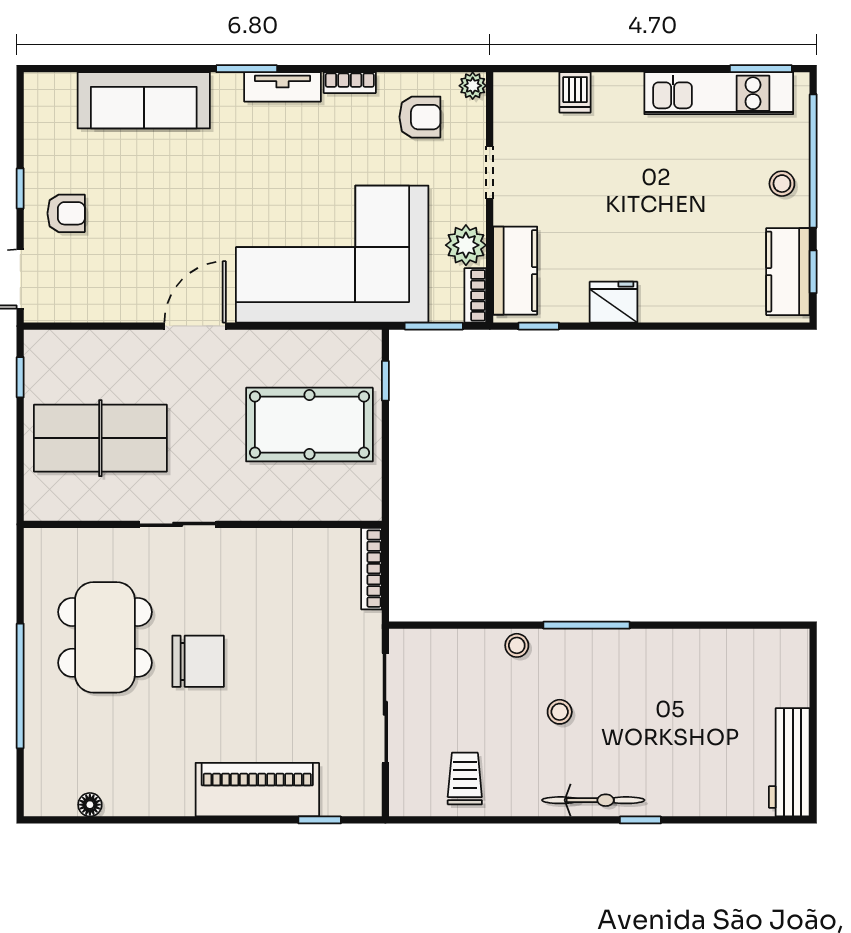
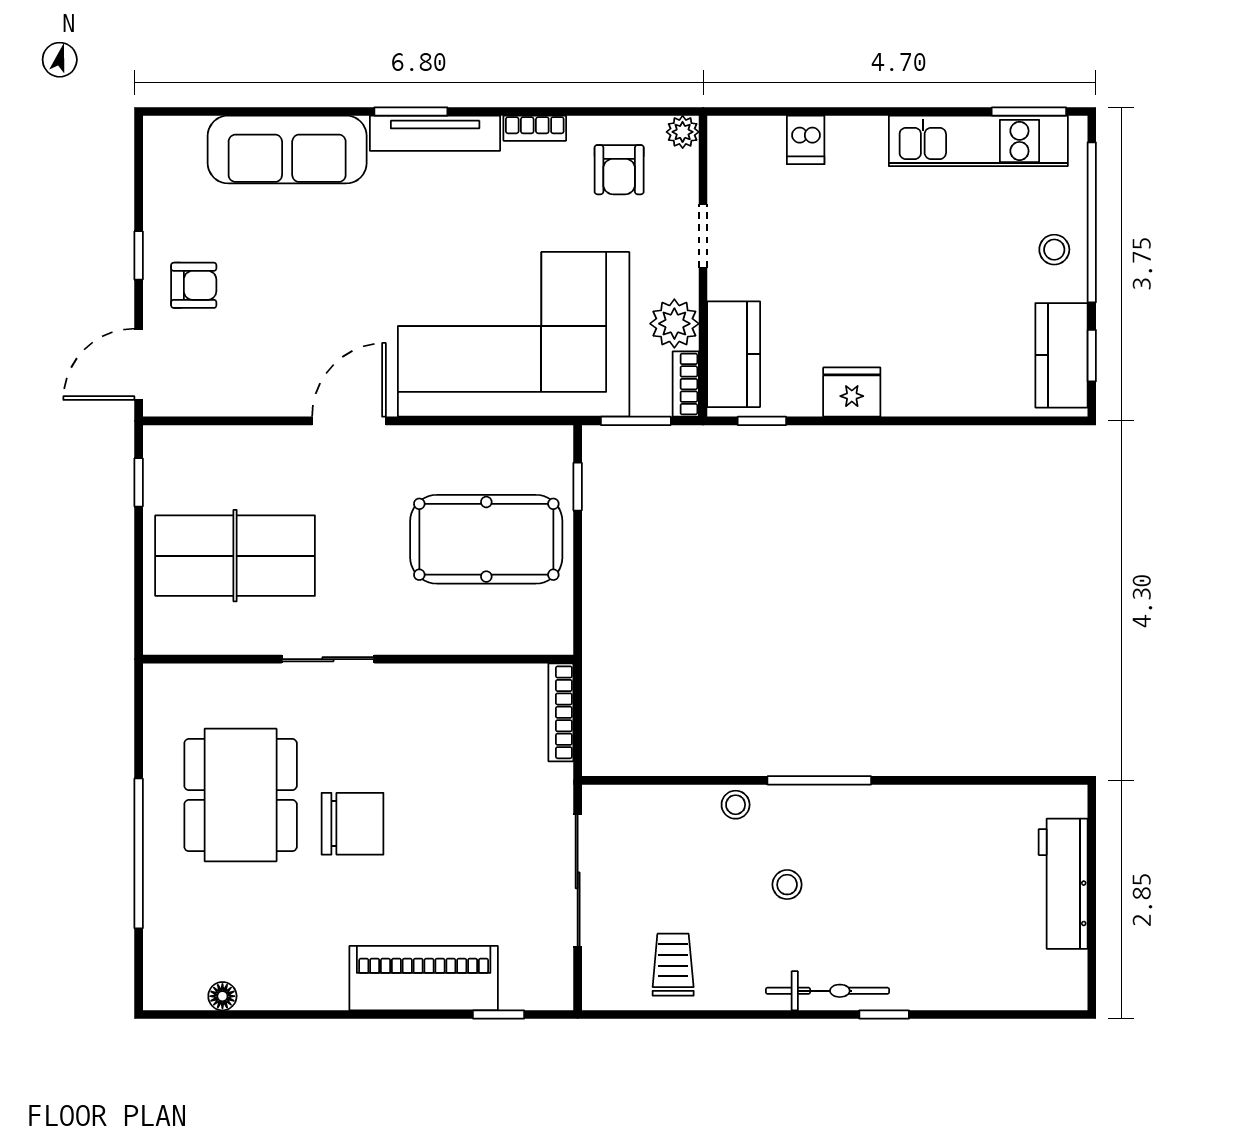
tv unit: (282, 87) -> (435, 133), width x1.41
armchair: (420, 117) -> (619, 170), turned 90
workbench: (789, 762) -> (1063, 884), moved

